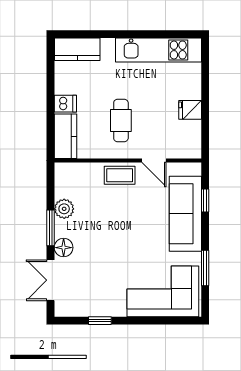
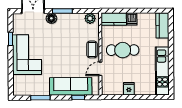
cafe table: (121, 120) -> (123, 50), width x1.37, depth x1.35
plant: (64, 209) -> (90, 18), moved
corner sofa: (163, 291) -> (27, 55), moved

